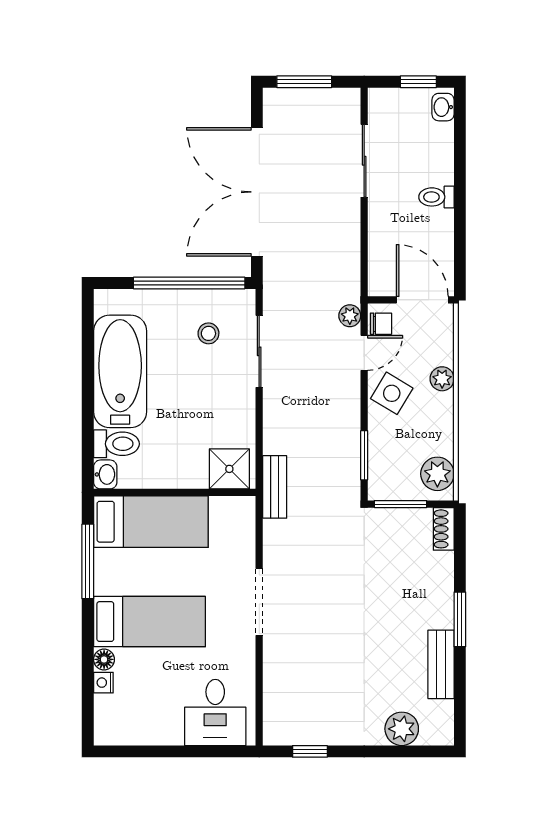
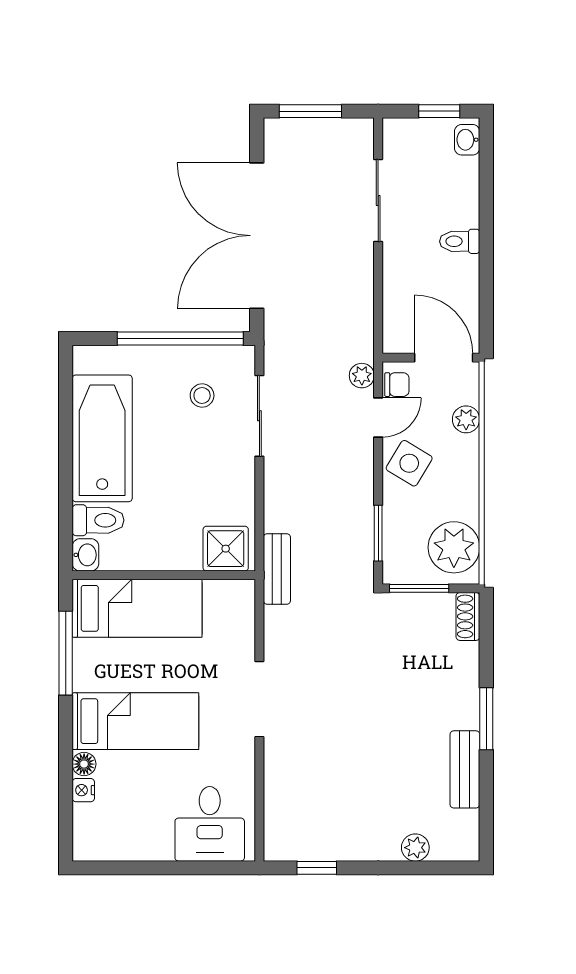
plant: (442, 379) -> (466, 419), moved
plant: (437, 474) -> (454, 547), width x1.36, depth x1.36
plant: (402, 729) -> (415, 848), width x0.73, depth x0.73

